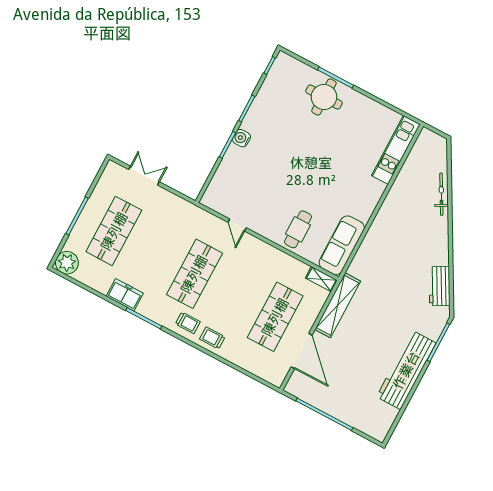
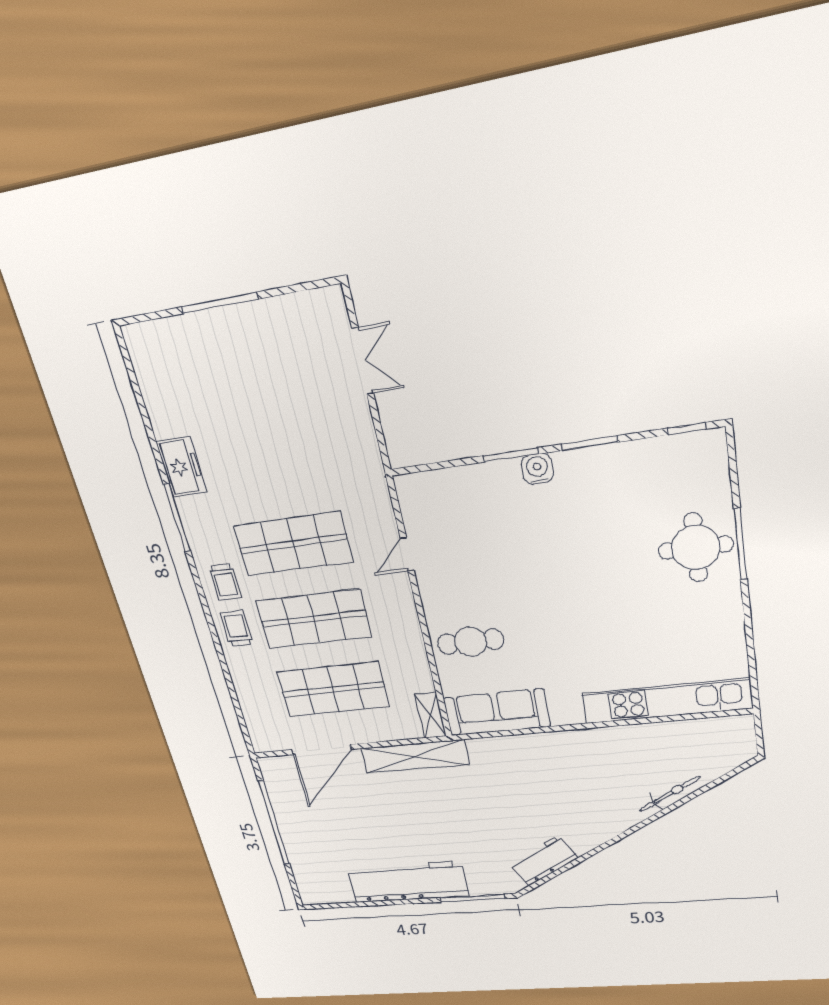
kitchen unit: (396, 150) -> (667, 701), width x1.36
shop shelf: (114, 231) -> (314, 619), moved
plant: (67, 263) -> (146, 344), removed

